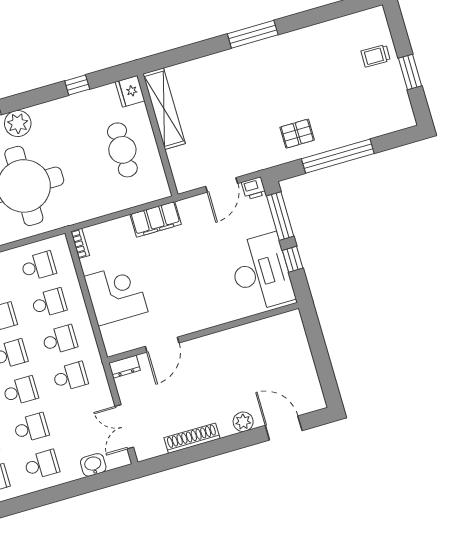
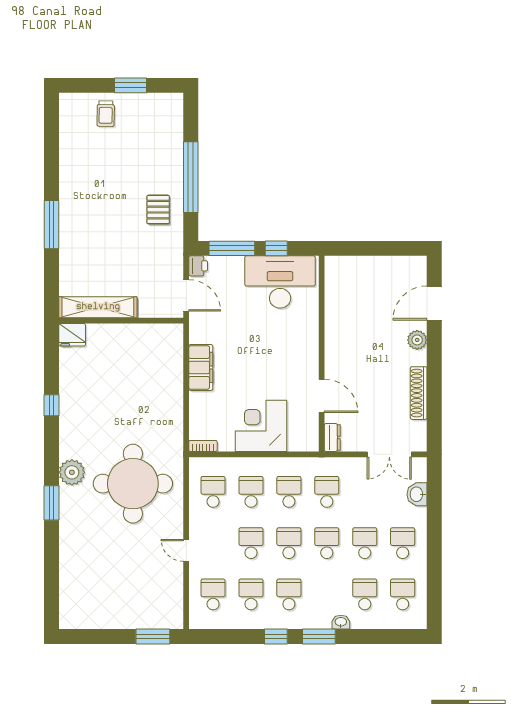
fridge: (130, 91) -> (72, 335), moved
shelving: (164, 109) -> (98, 307), moved
wall: (157, 135) -> (121, 321), moved
cafe table: (122, 150) -> (126, 380), removed

